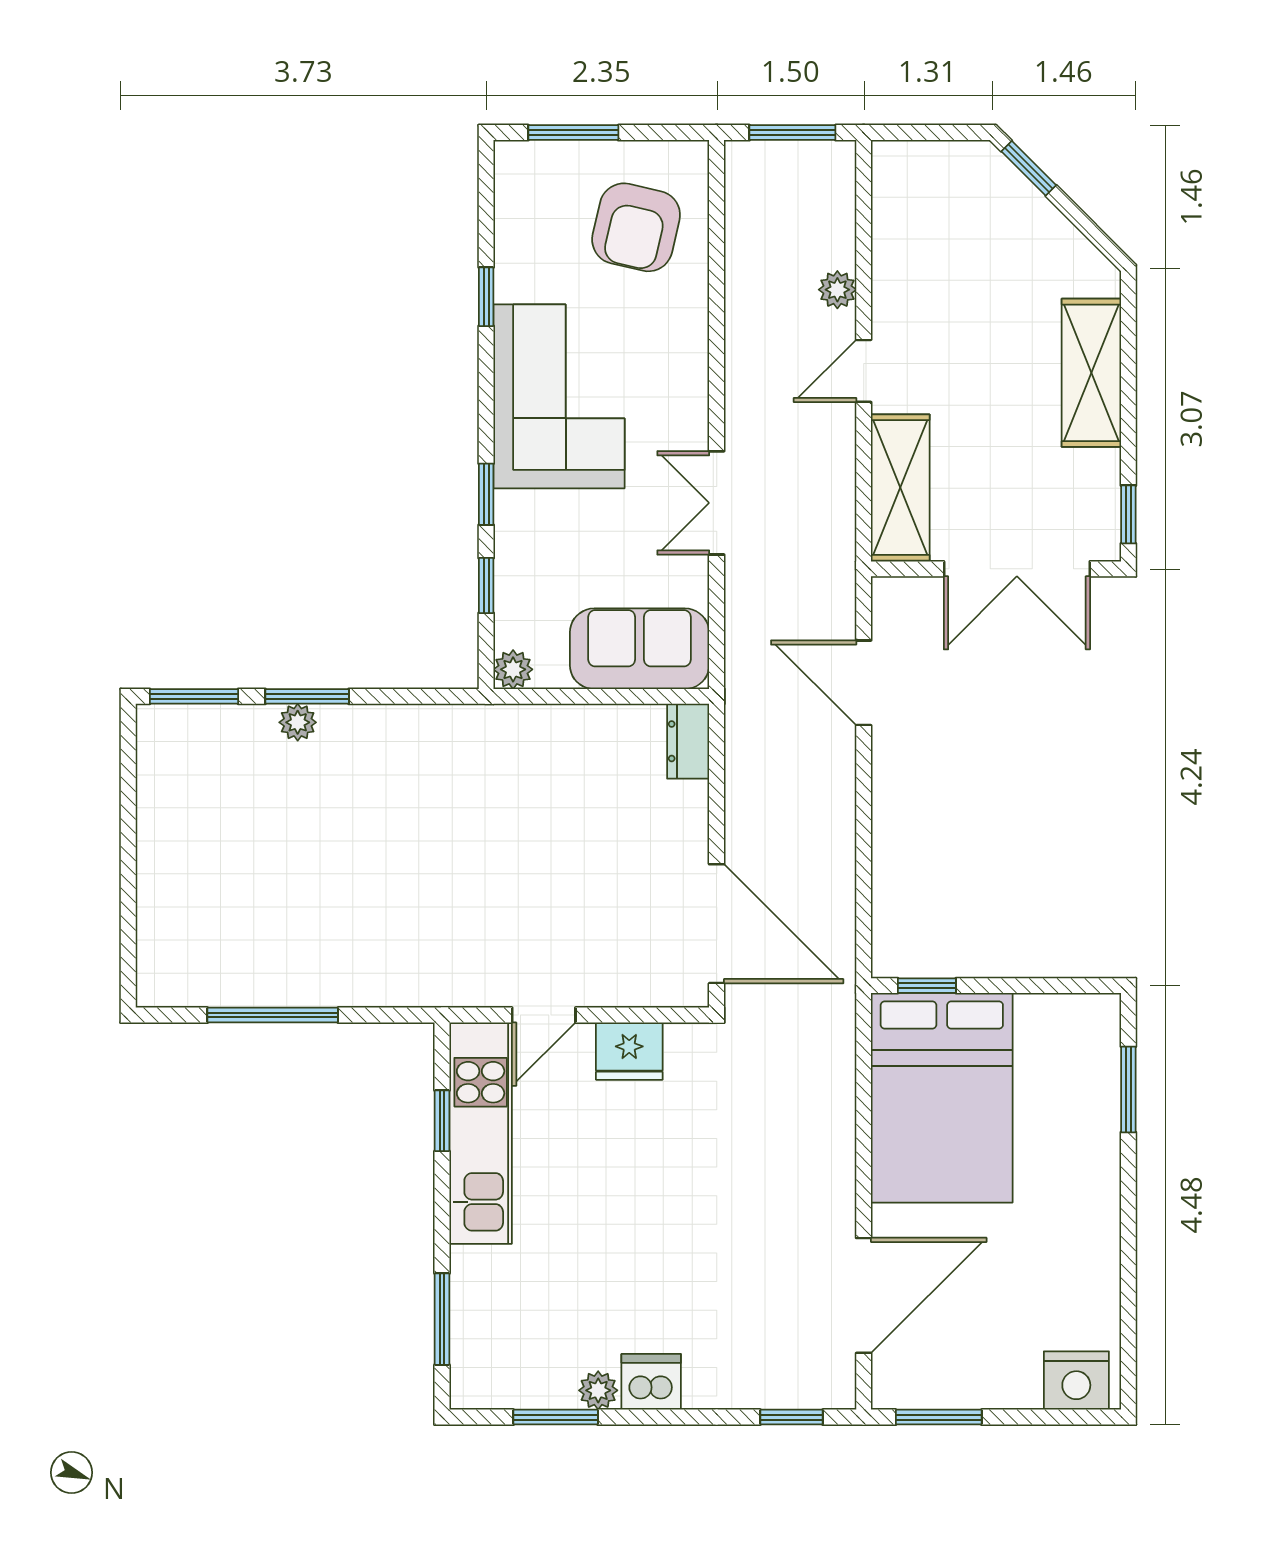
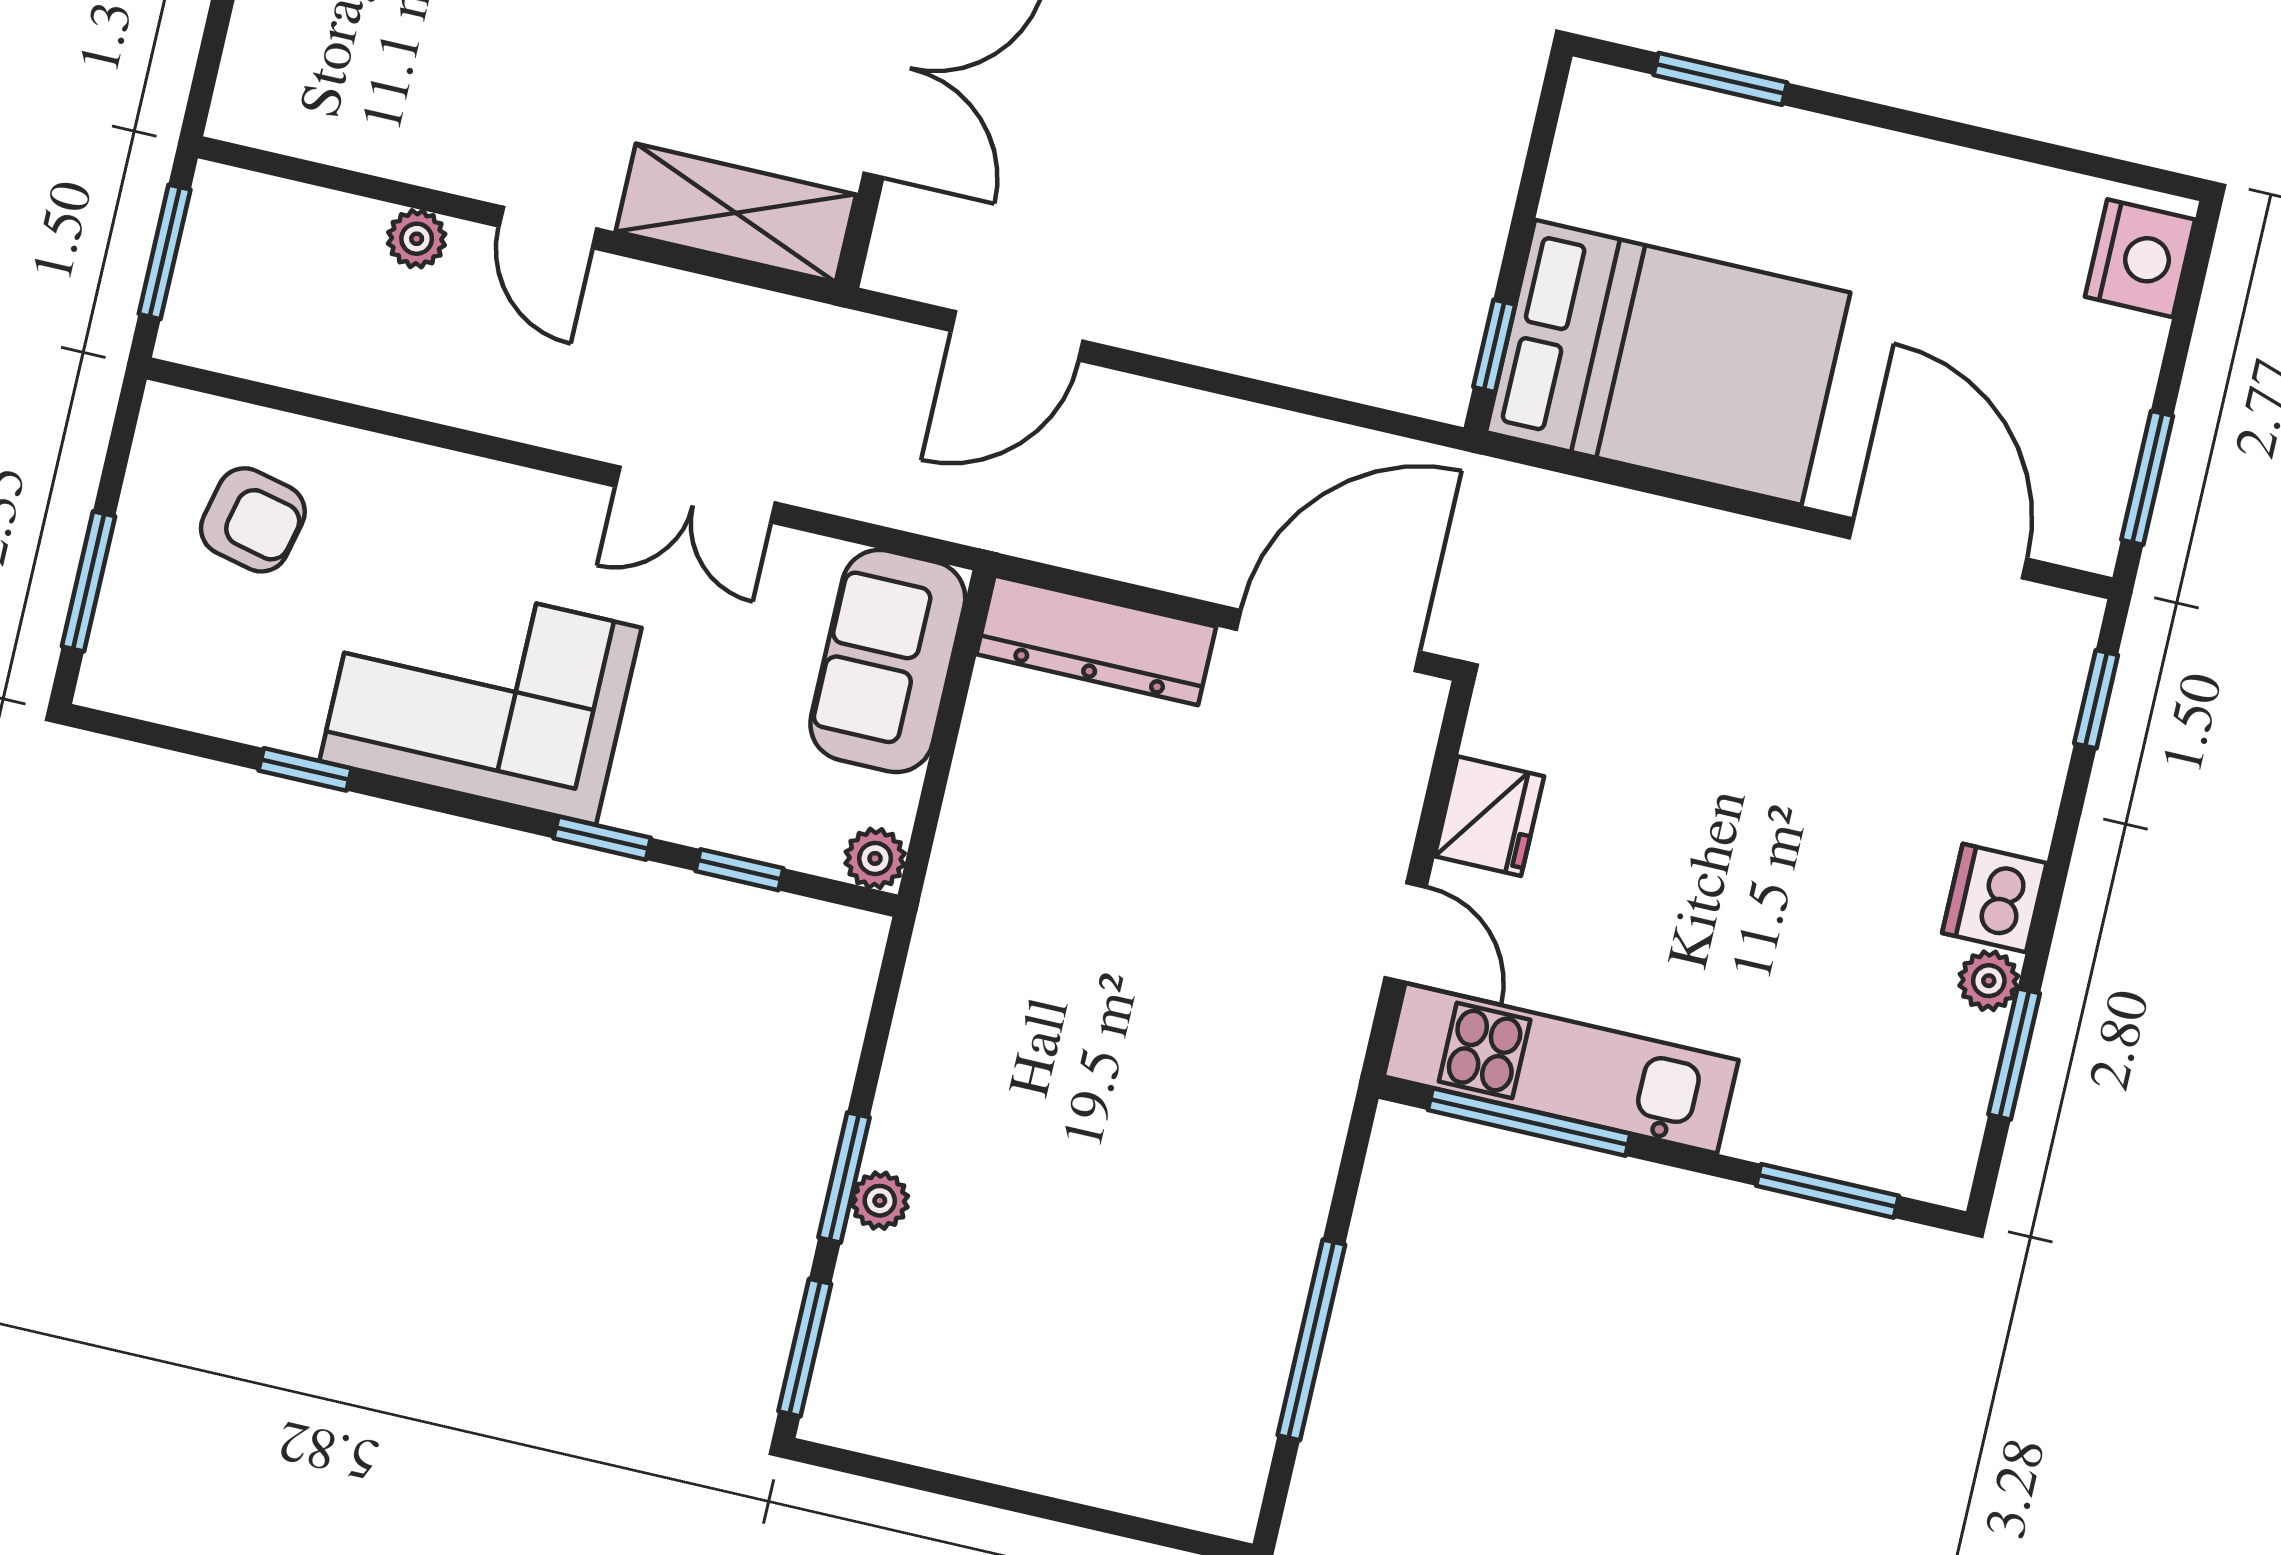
armchair: (636, 227) -> (253, 520), width x0.72, depth x0.72
dresser: (688, 741) -> (1096, 640), width x1.96, depth x1.24
window: (442, 1121) -> (1529, 1122), width x2.17

